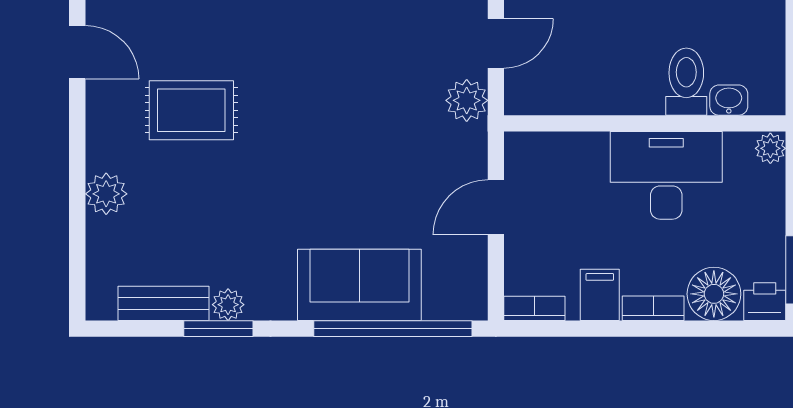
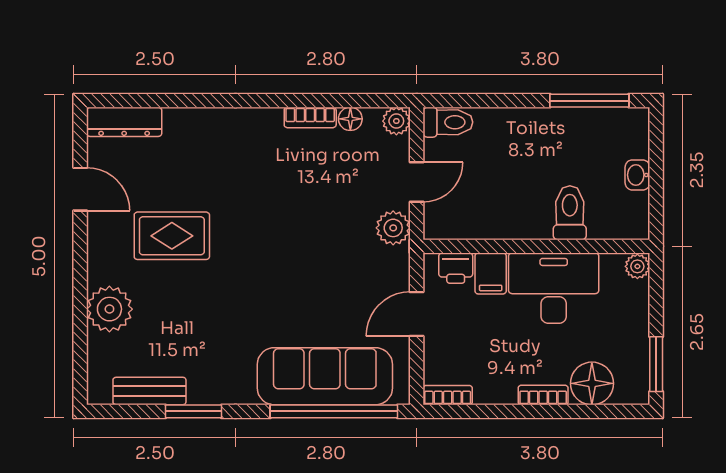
washbasin: (729, 100) -> (637, 175), moved, turned -90
plant: (106, 194) -> (109, 309), width x1.36, depth x1.36
sofa: (359, 285) -> (325, 376), width x1.36
filing cabinet: (600, 295) -> (491, 273), moved, turned 180
printer: (765, 302) -> (456, 268), moved, turned 180
plant: (228, 305) -> (201, 392), removed

